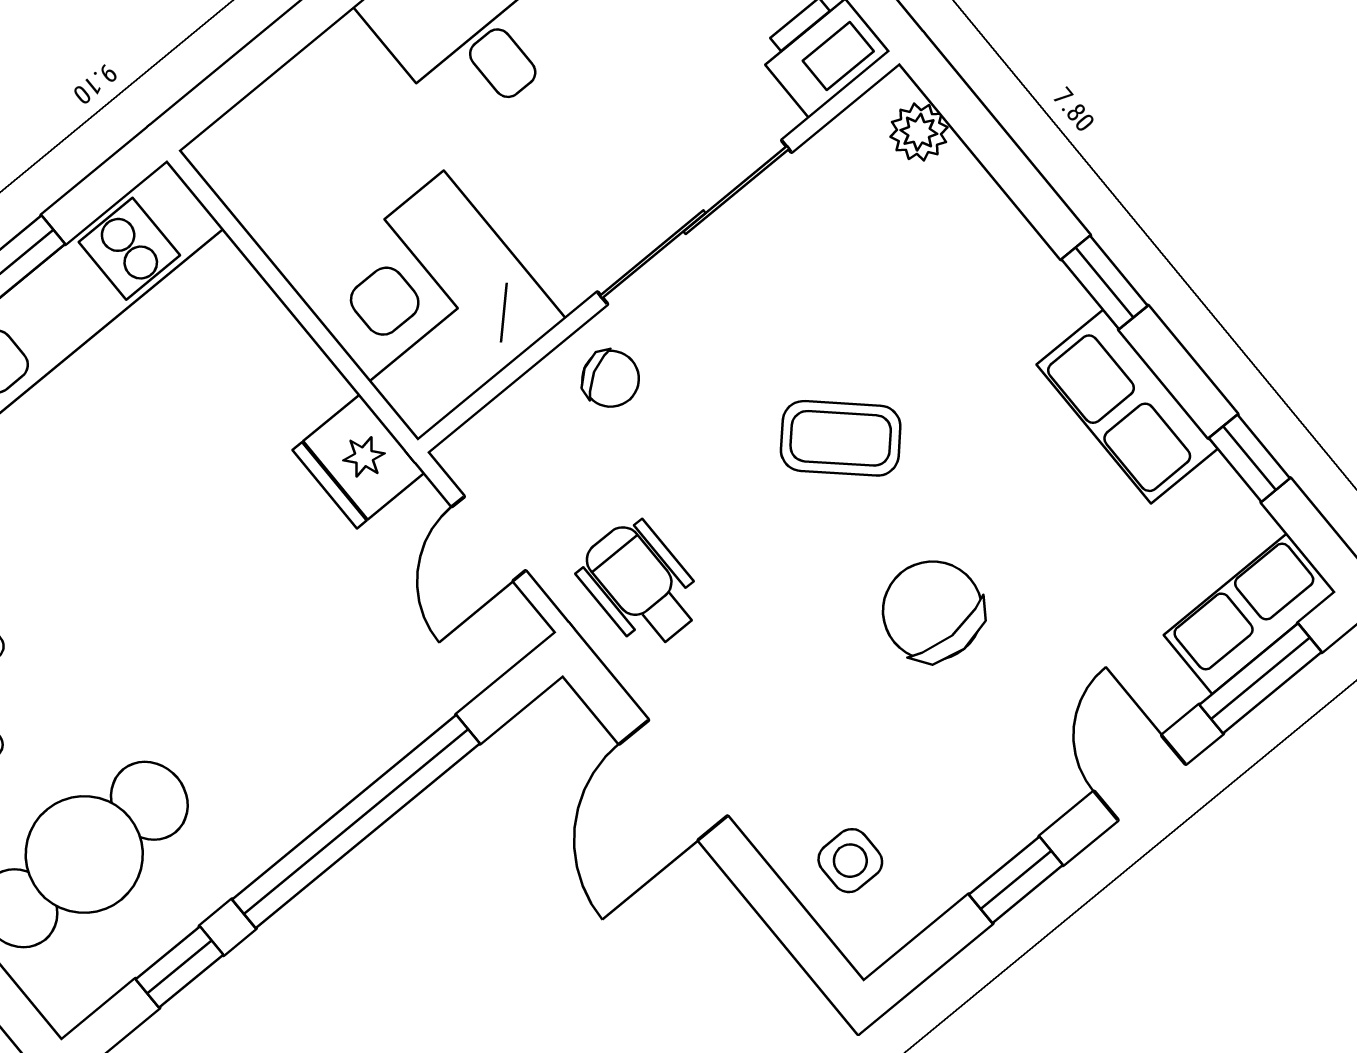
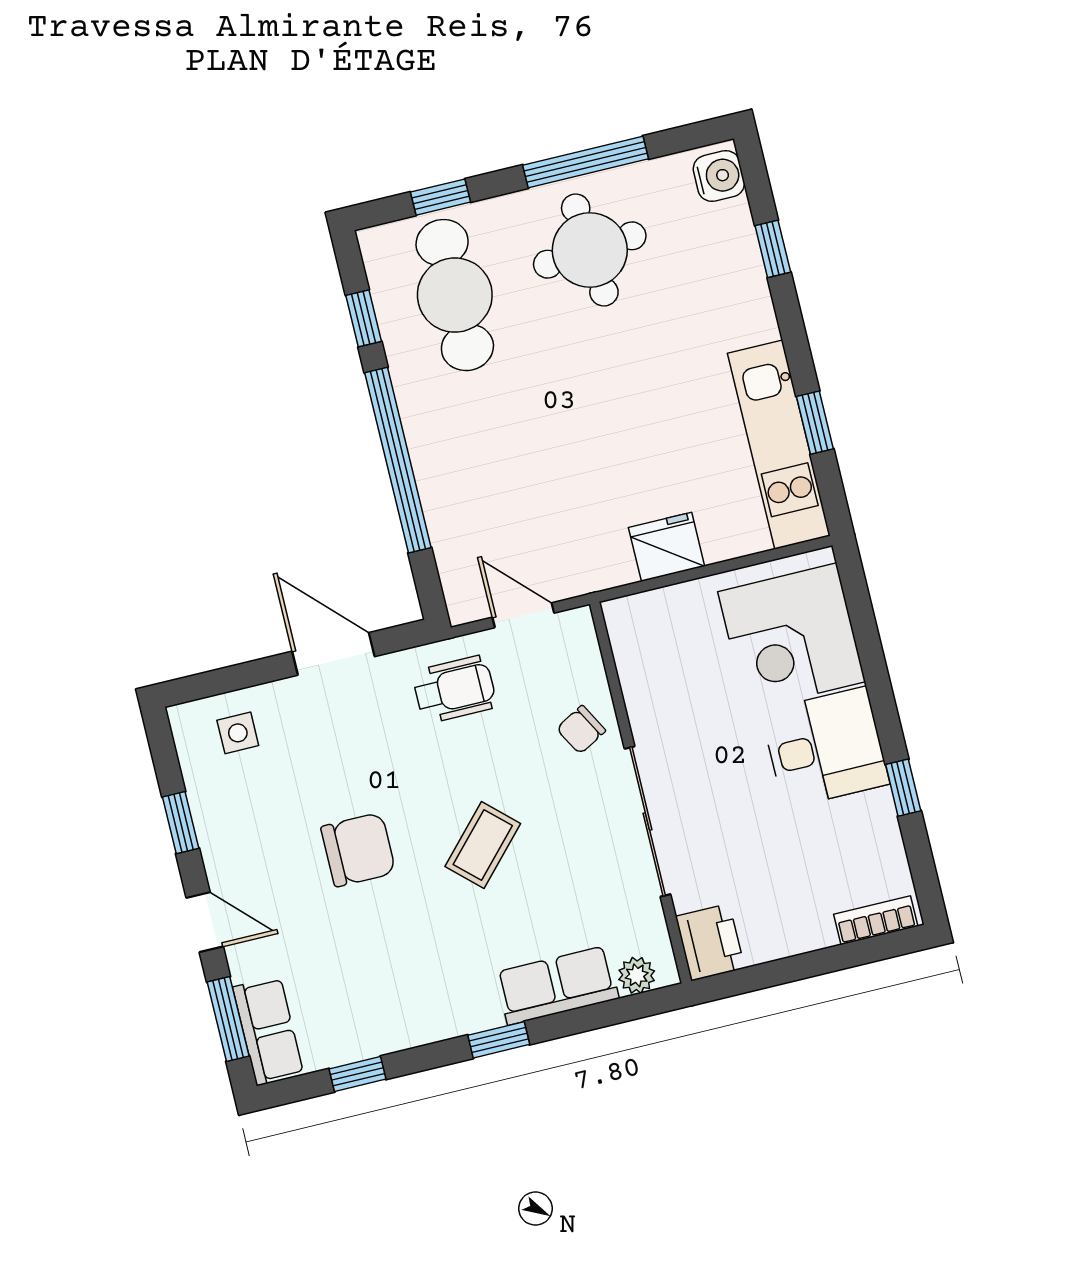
corner desk: (431, 306) -> (791, 637), moved, turned 180
row of seats: (1127, 407) -> (557, 985), moved
fridge: (359, 461) -> (667, 547), moved

